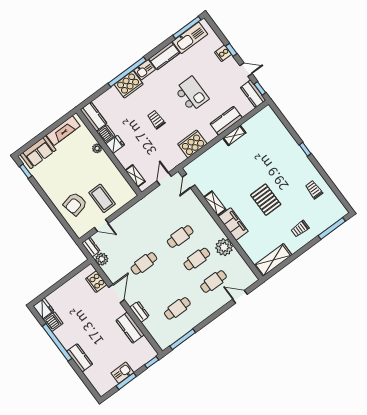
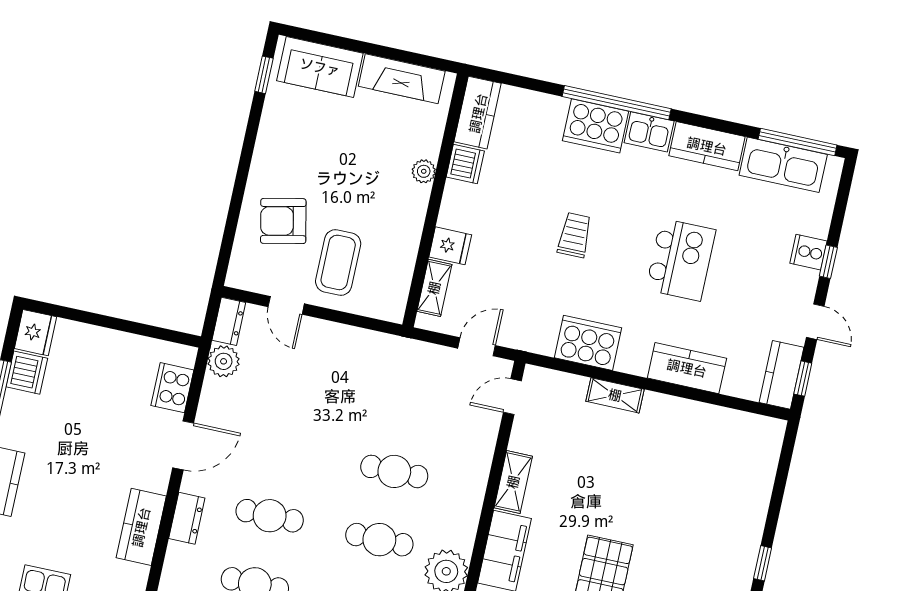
shelving: (234, 136) -> (615, 395), moved
fridge: (115, 144) -> (450, 246), moved
cafe table: (144, 263) -> (270, 516), moved

